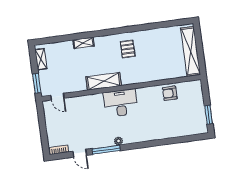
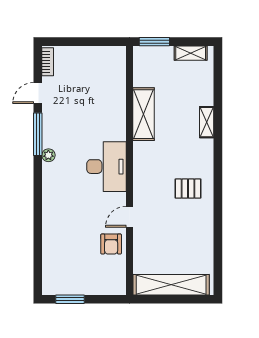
shelving: (104, 81) -> (143, 114), moved
armchair: (170, 93) -> (111, 244), turned 180
door: (57, 97) -> (129, 217), moved

